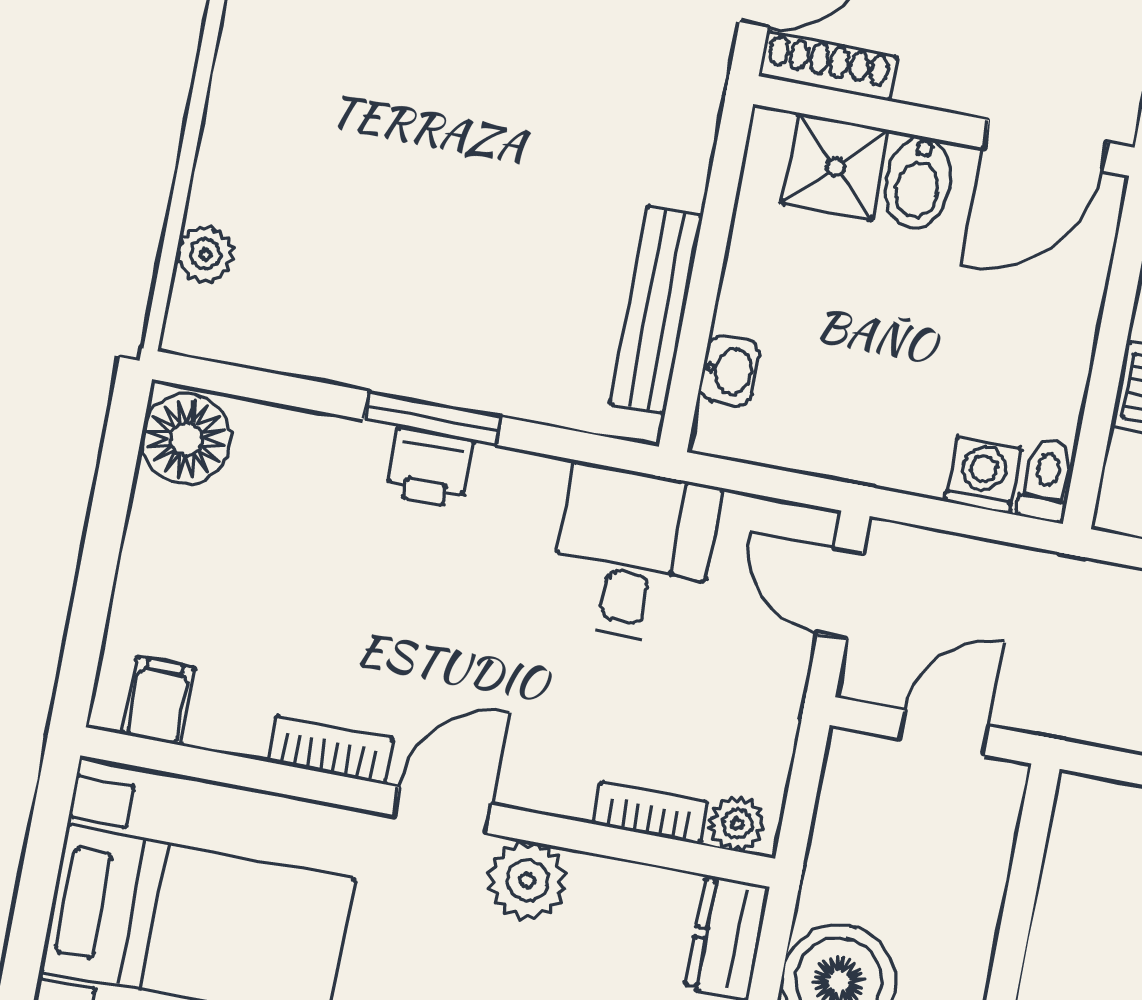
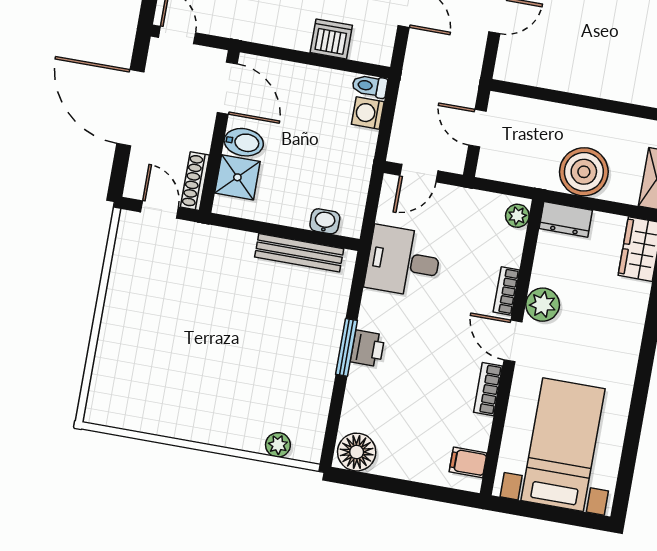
bookcase: (650, 813) -> (506, 291), moved

